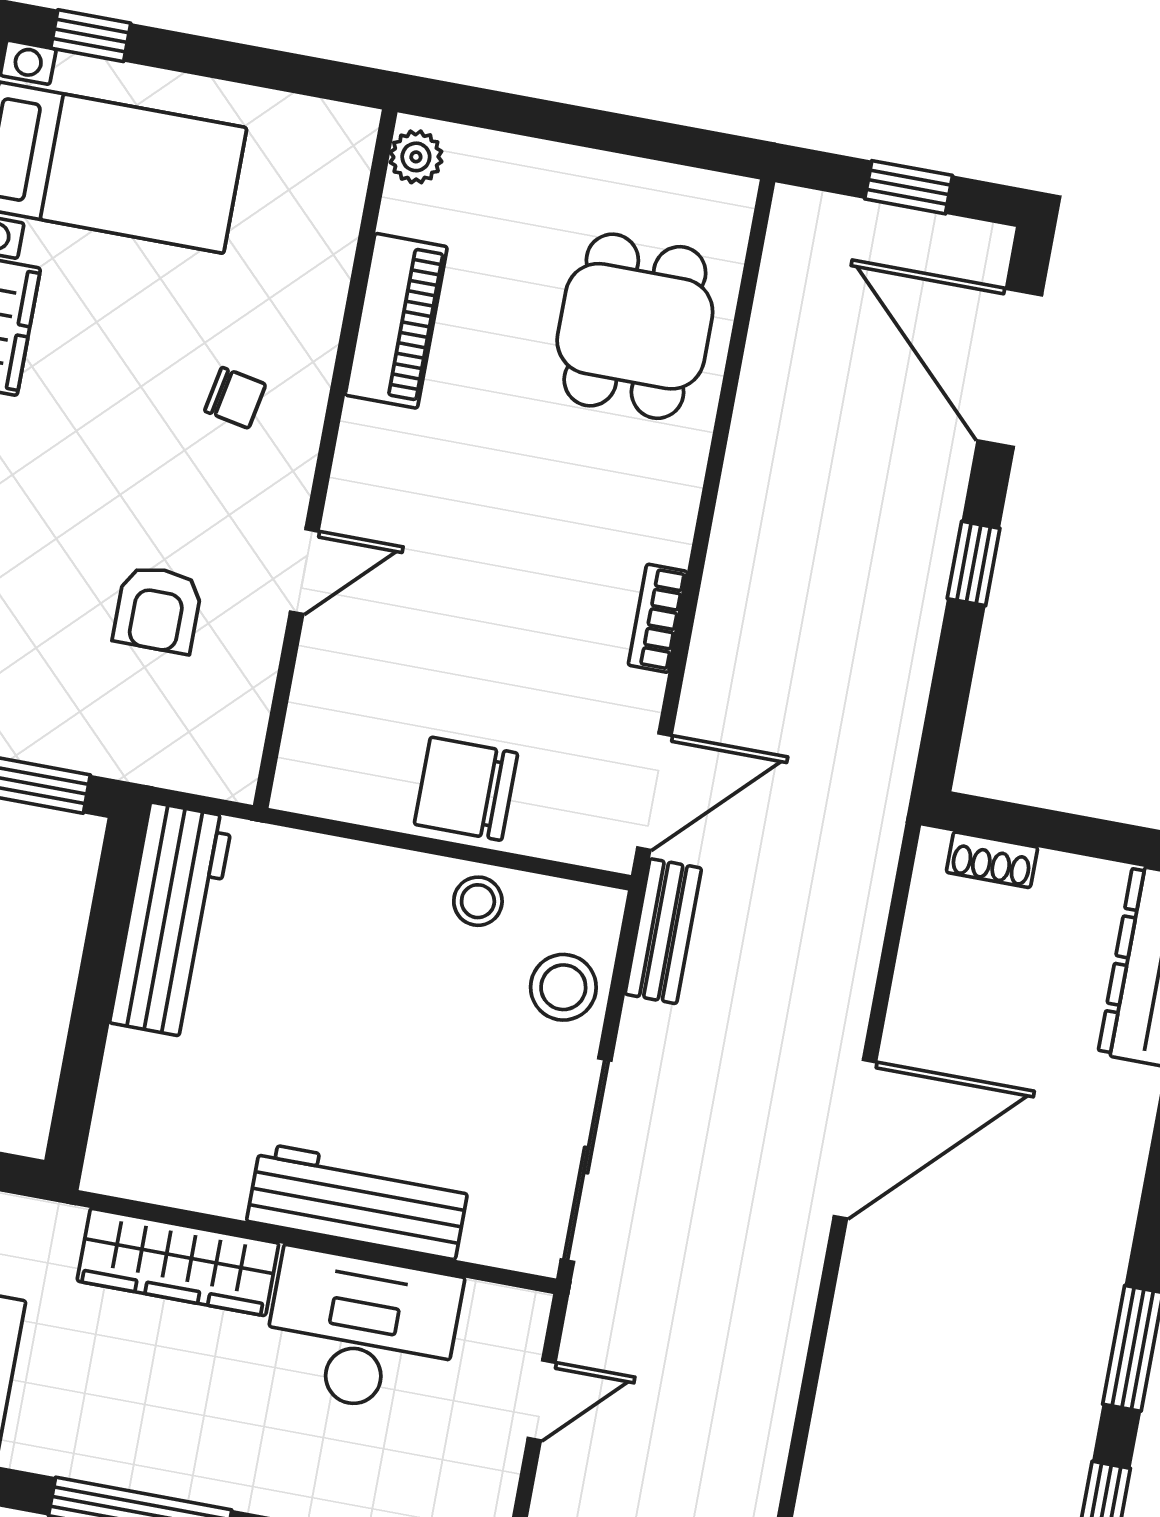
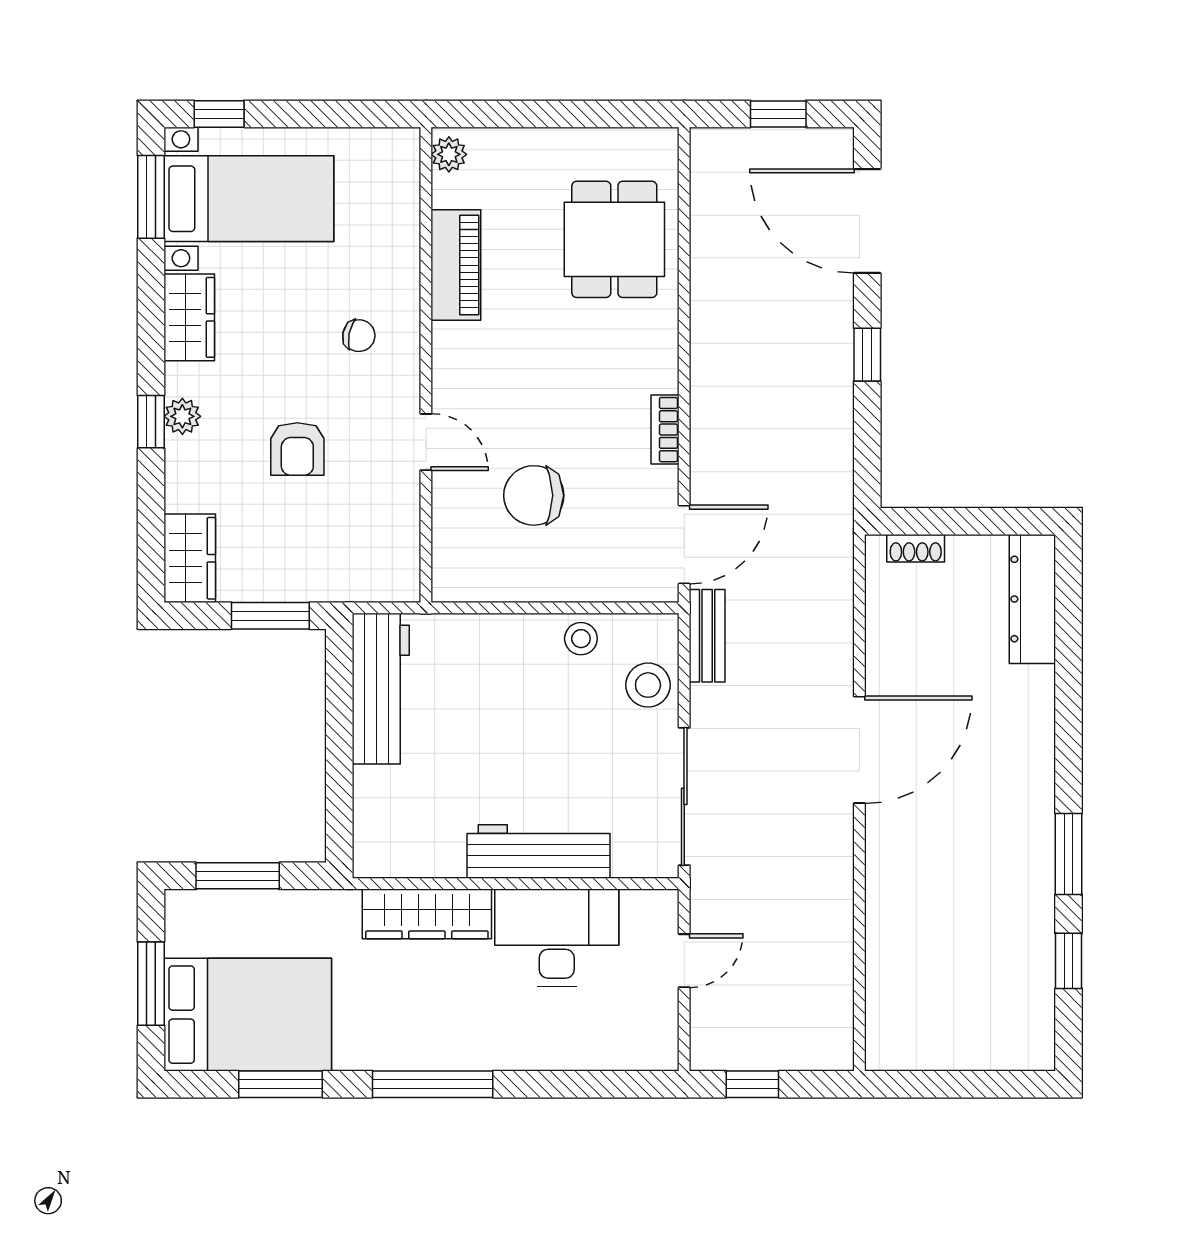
door: (304, 572) -> (426, 442), hinge flipped
armchair: (158, 609) -> (297, 449), moved
chair: (466, 789) -> (534, 495), moved

